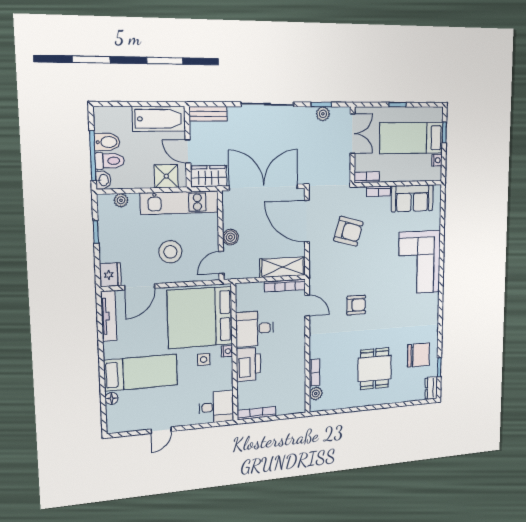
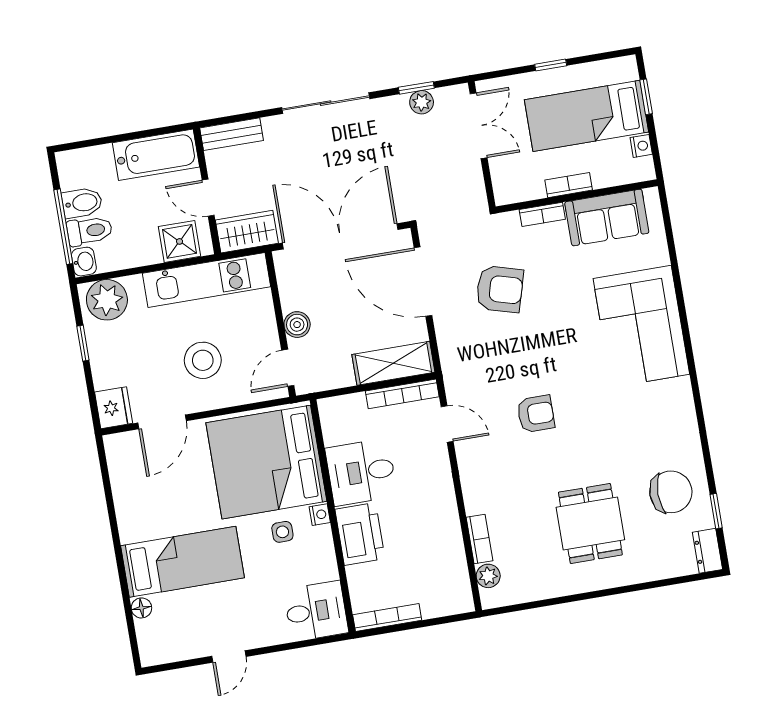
bookcase: (367, 177) -> (569, 185), moved
plant: (121, 200) -> (107, 300), width x1.87, depth x1.87
tv unit: (109, 316) -> (120, 474), removed

